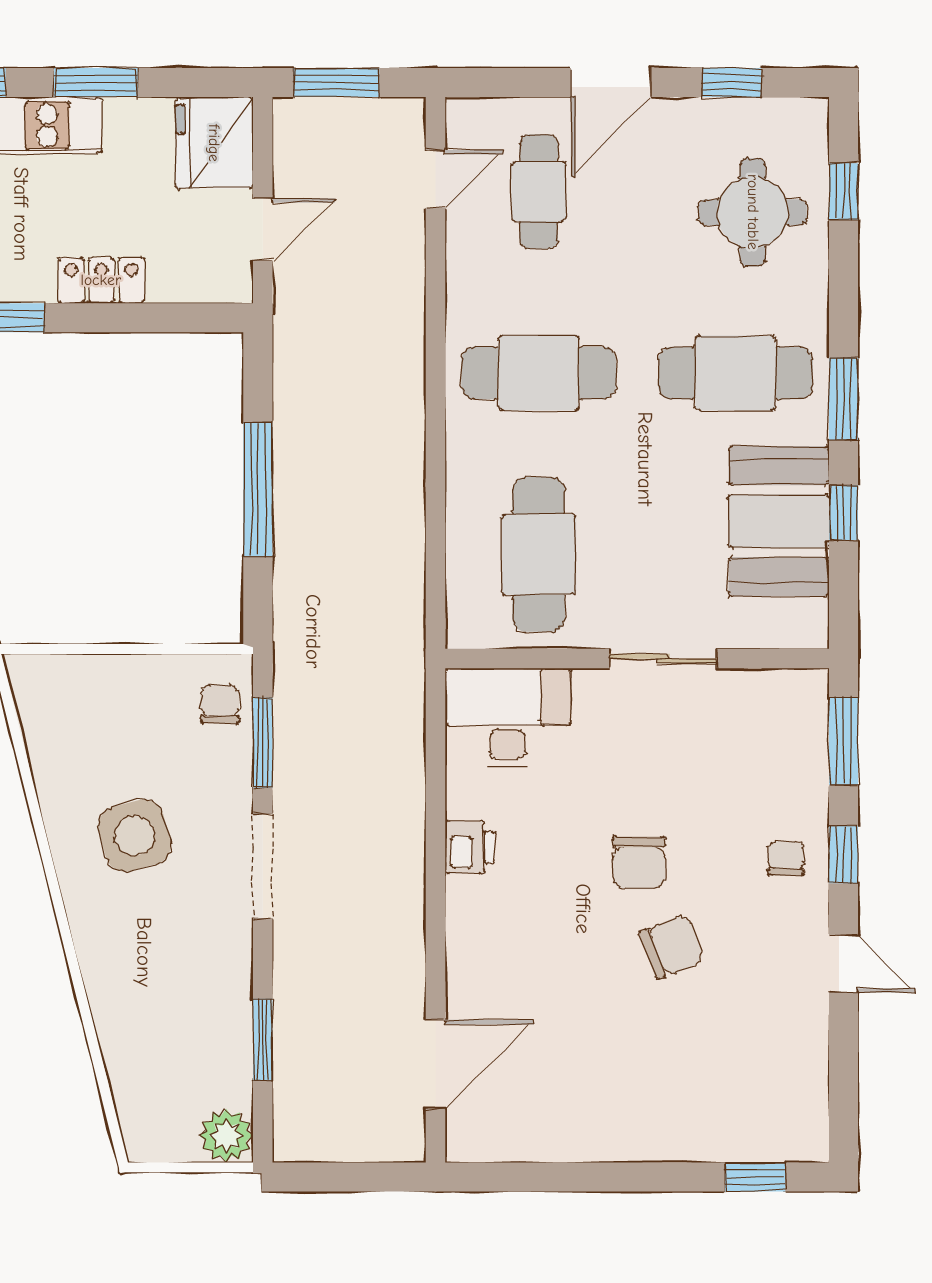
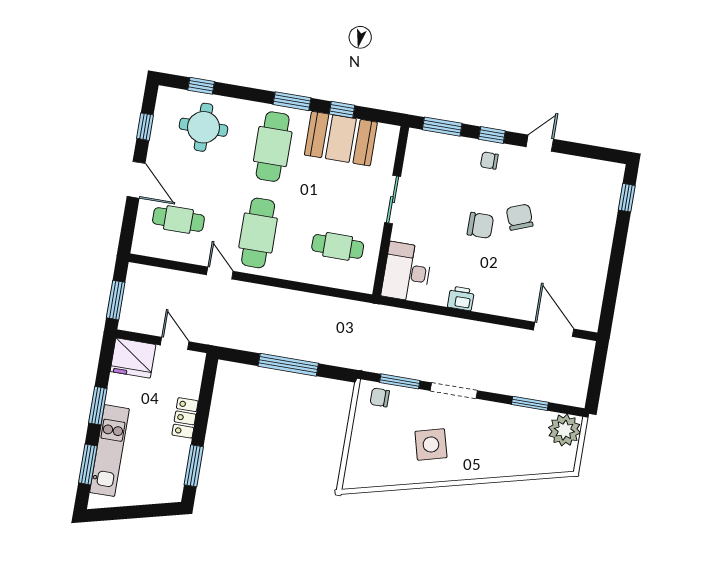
door: (435, 179) -> (220, 273), moved
cafe table: (539, 554) -> (338, 246), width x0.73, depth x0.74
plant: (226, 1136) -> (564, 430), width x1.36, depth x1.36

